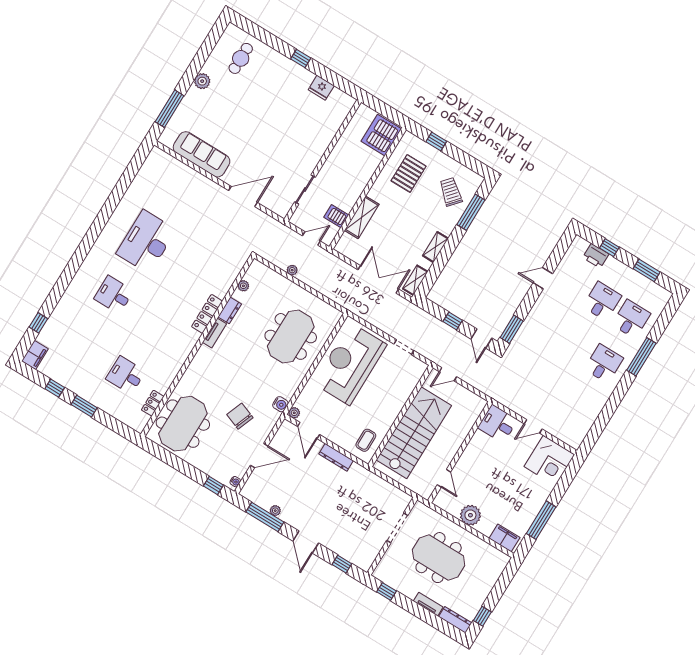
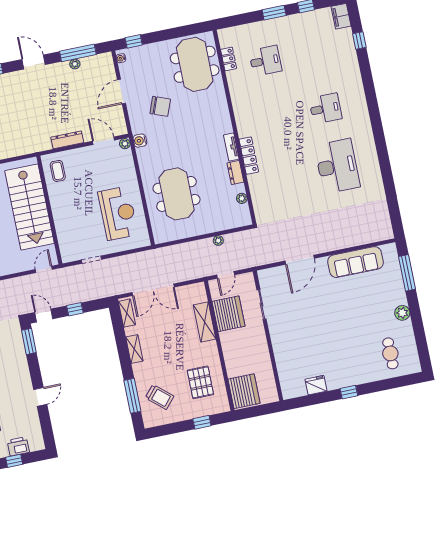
server rack: (336, 216) -> (229, 314), width x2.18, depth x1.44
reception desk: (350, 364) -> (118, 213), width x0.74, depth x0.77

